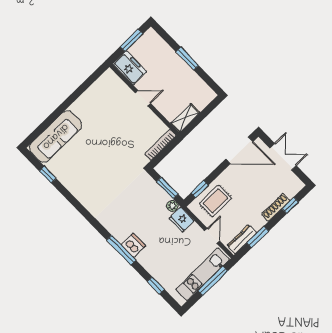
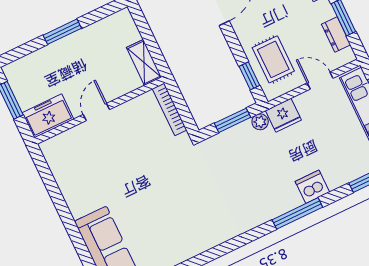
dresser: (242, 239) -> (336, 35), width x0.70
dishwasher: (133, 245) -> (312, 187), moved

